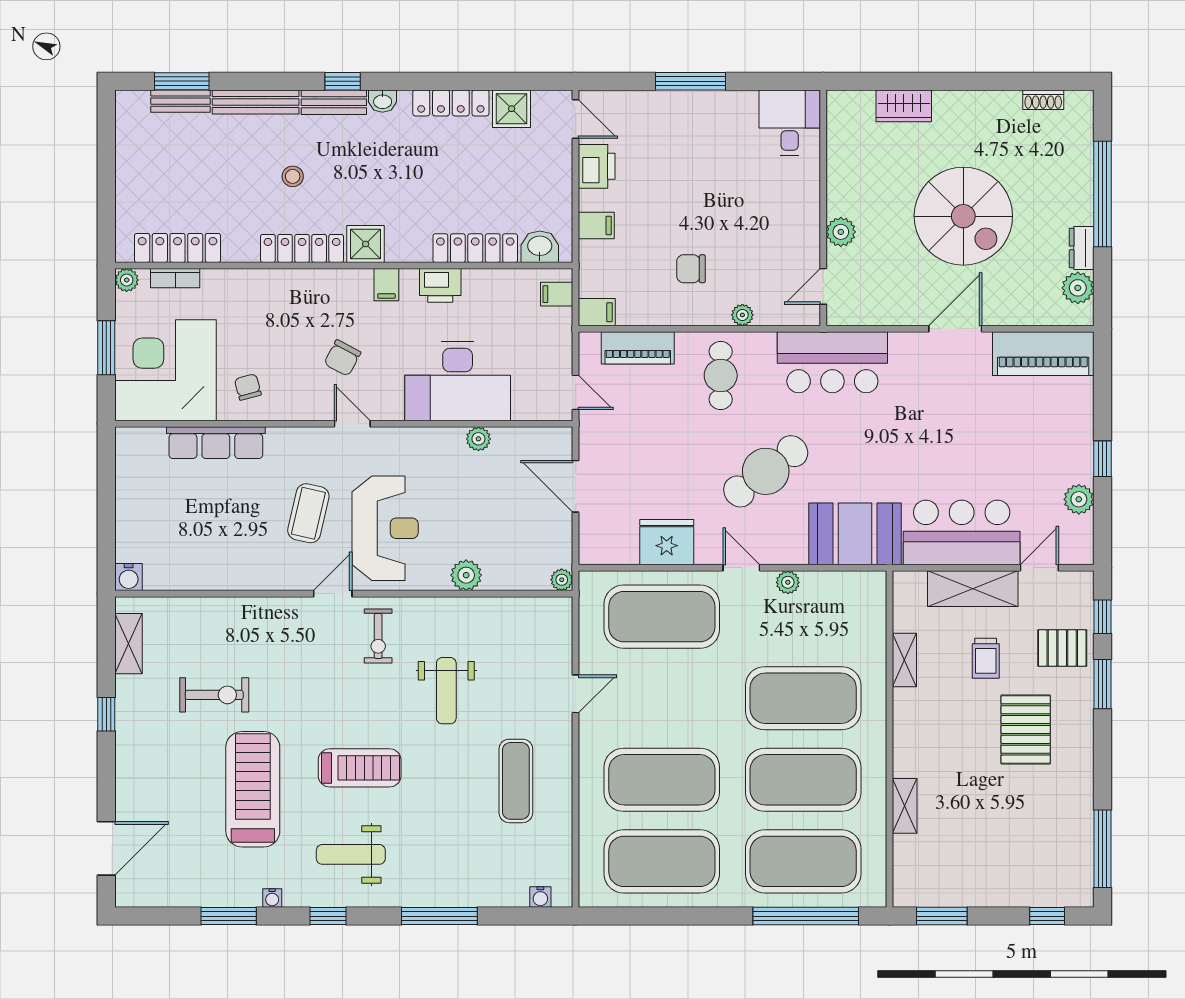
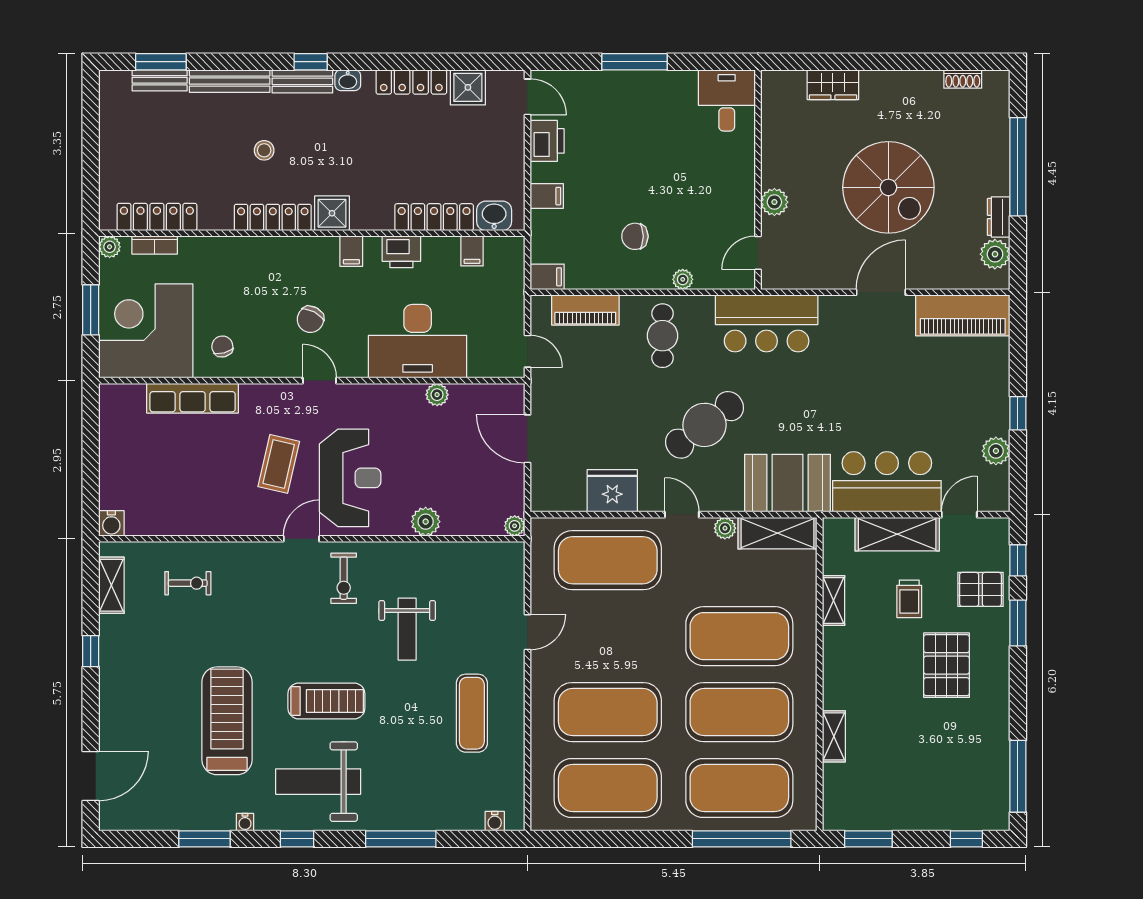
filing cabinet: (557, 294) -> (472, 251), moved, turned -90
shelving: (844, 588) -> (777, 533), added
exercise bike: (214, 695) -> (188, 583), moved, width x0.73, depth x0.72
weight bench: (351, 854) -> (318, 782), width x1.36, depth x1.33

